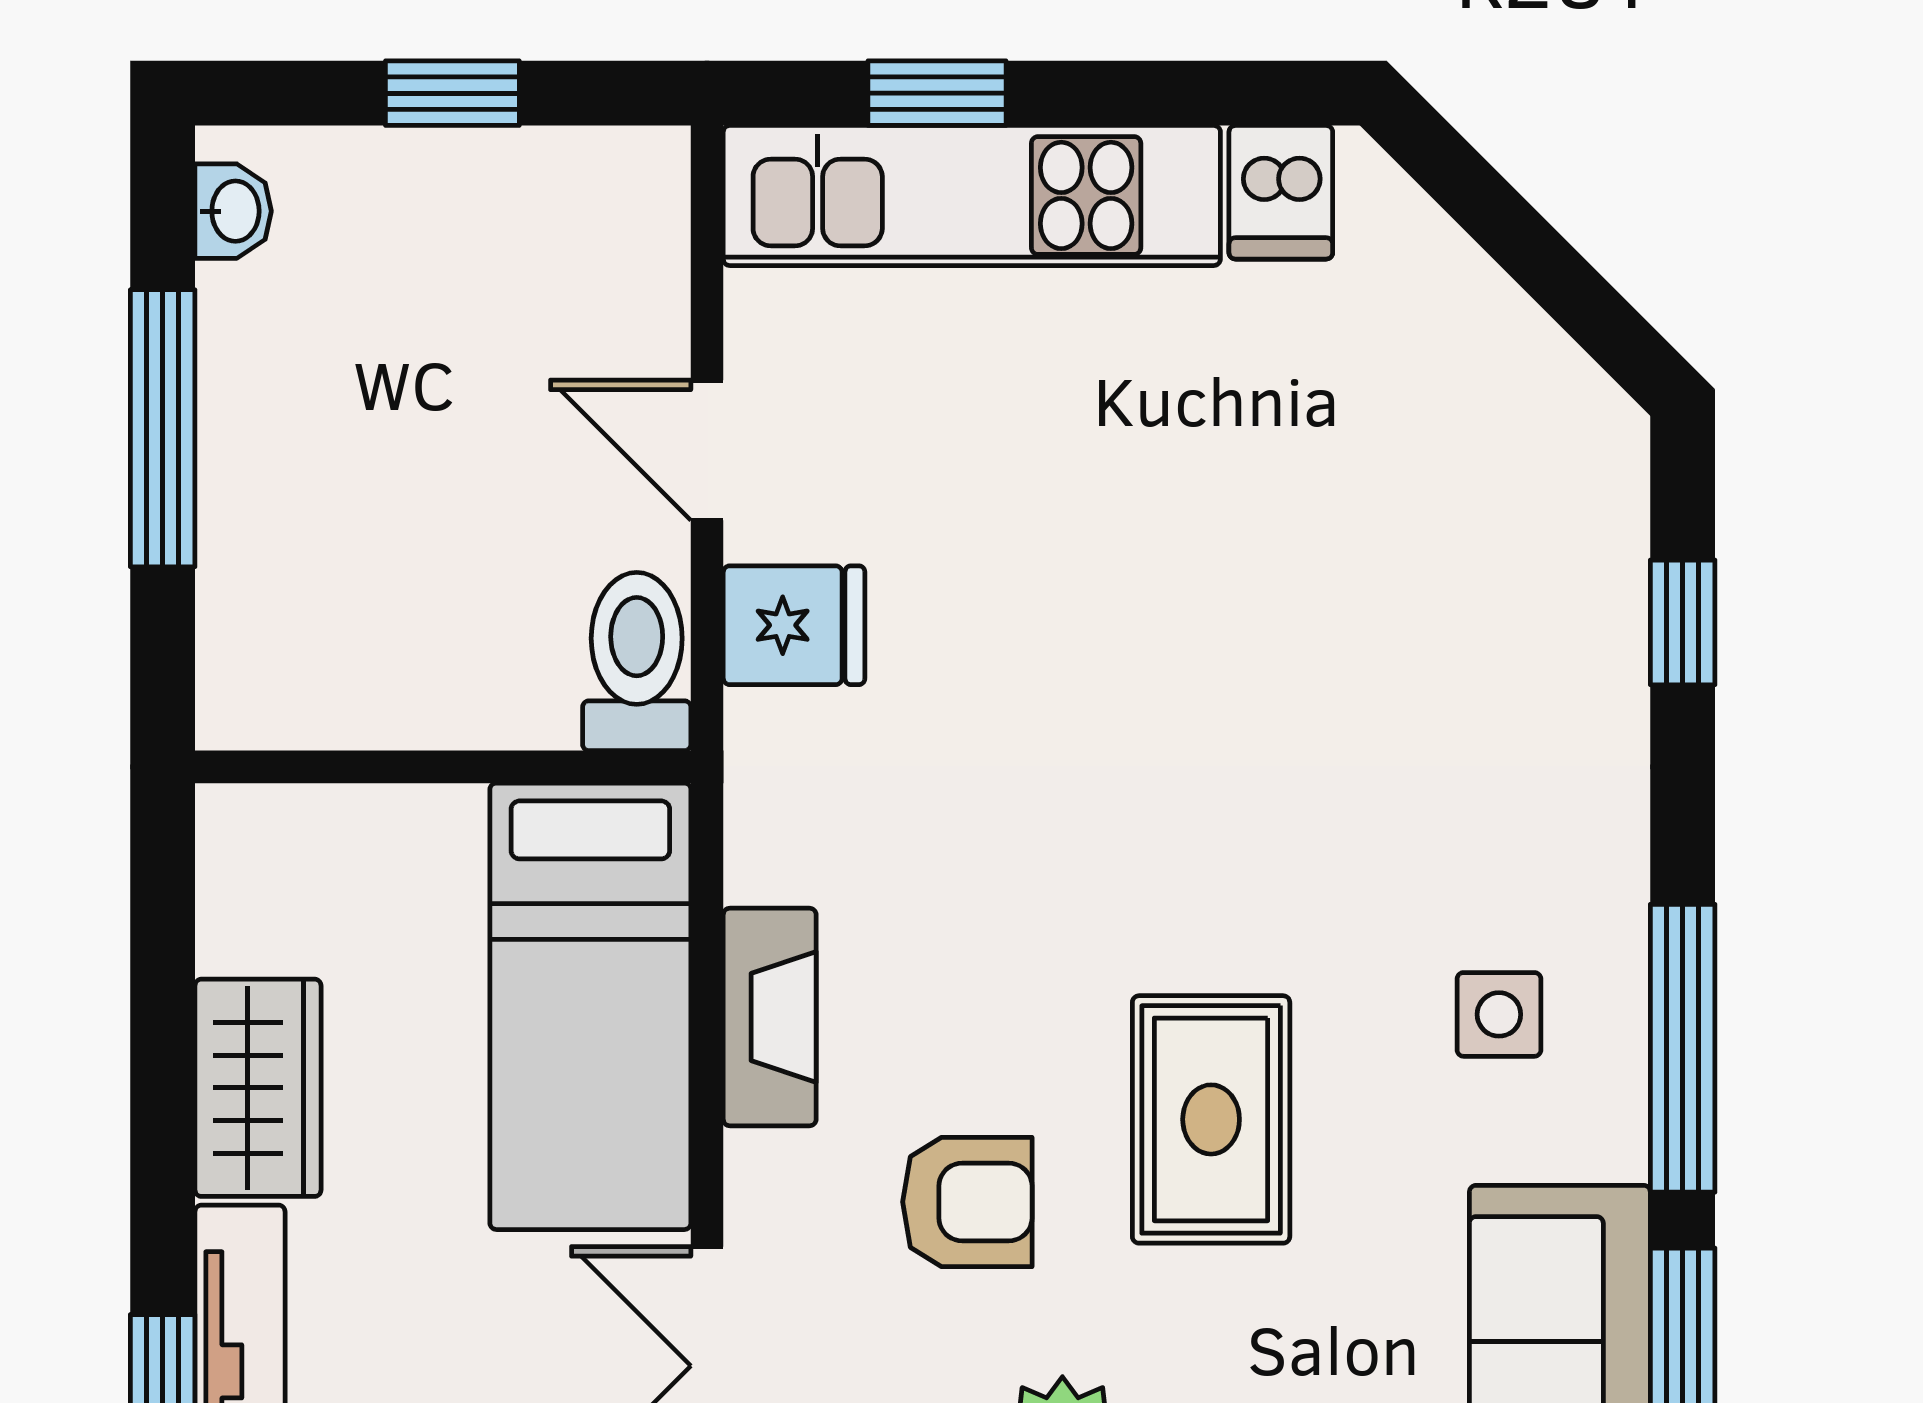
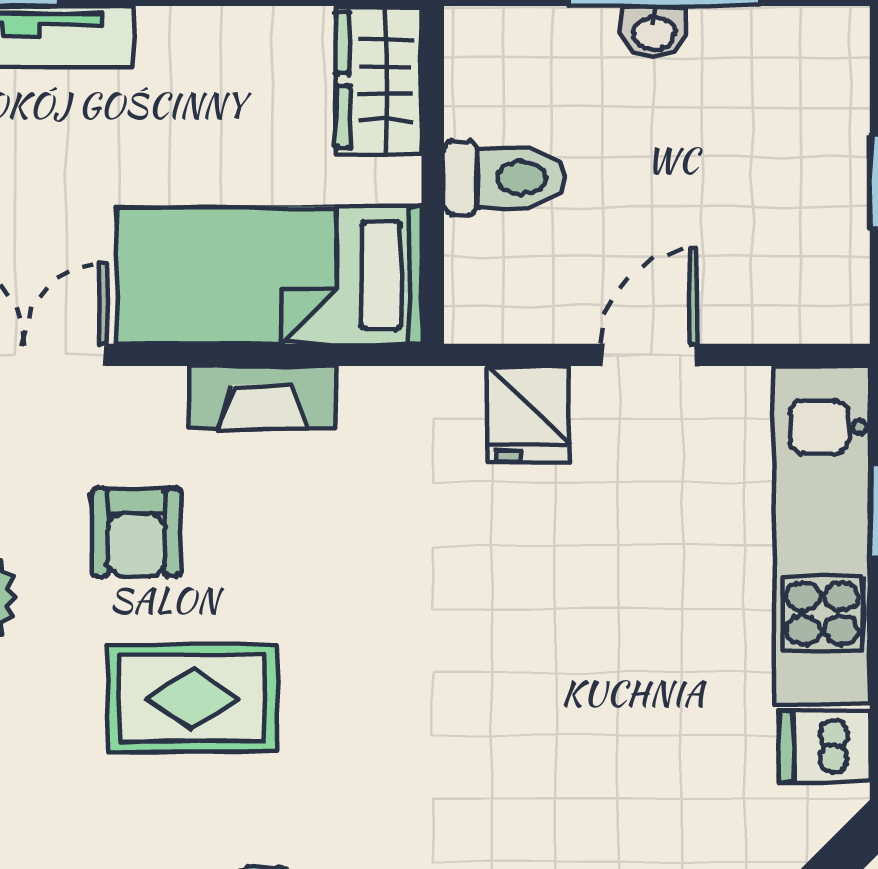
washbasin: (233, 211) -> (654, 32), moved
toilet: (637, 662) -> (505, 178), moved
wardrobe: (258, 1088) -> (379, 80), moved, turned 90

